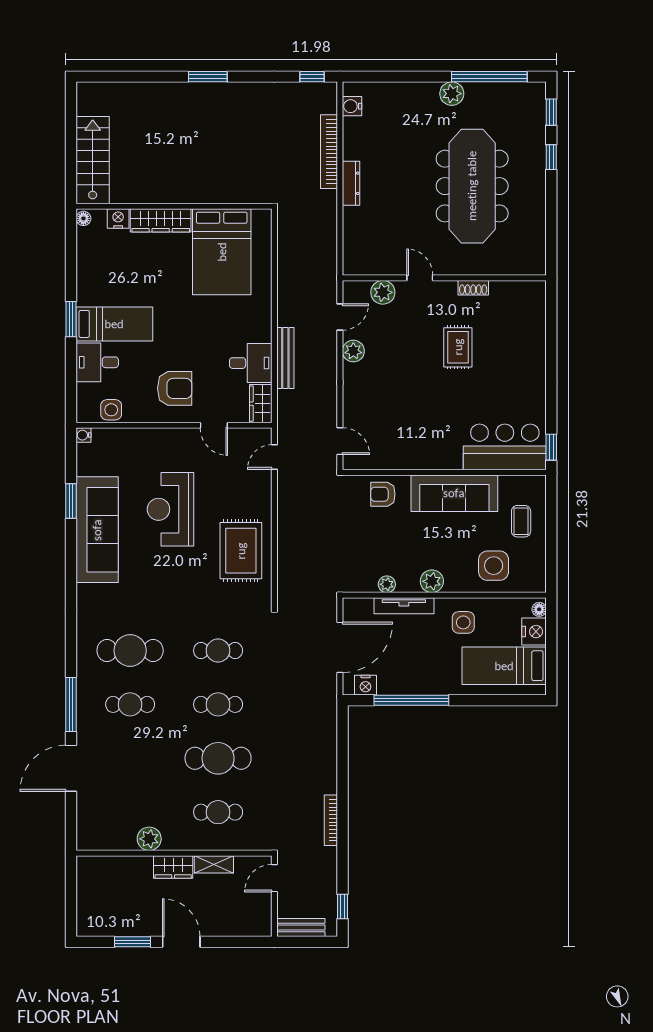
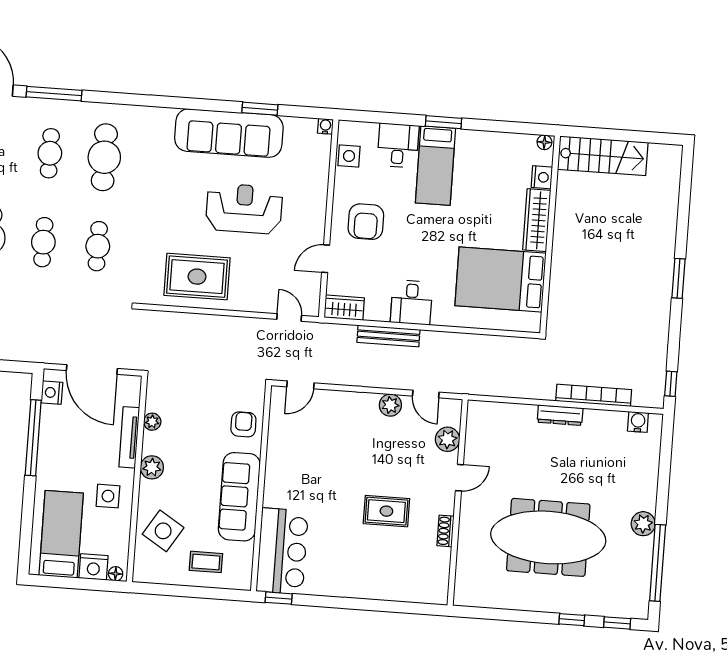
desk: (251, 363) -> (411, 302), moved
side table: (494, 566) -> (163, 531), turned 32

